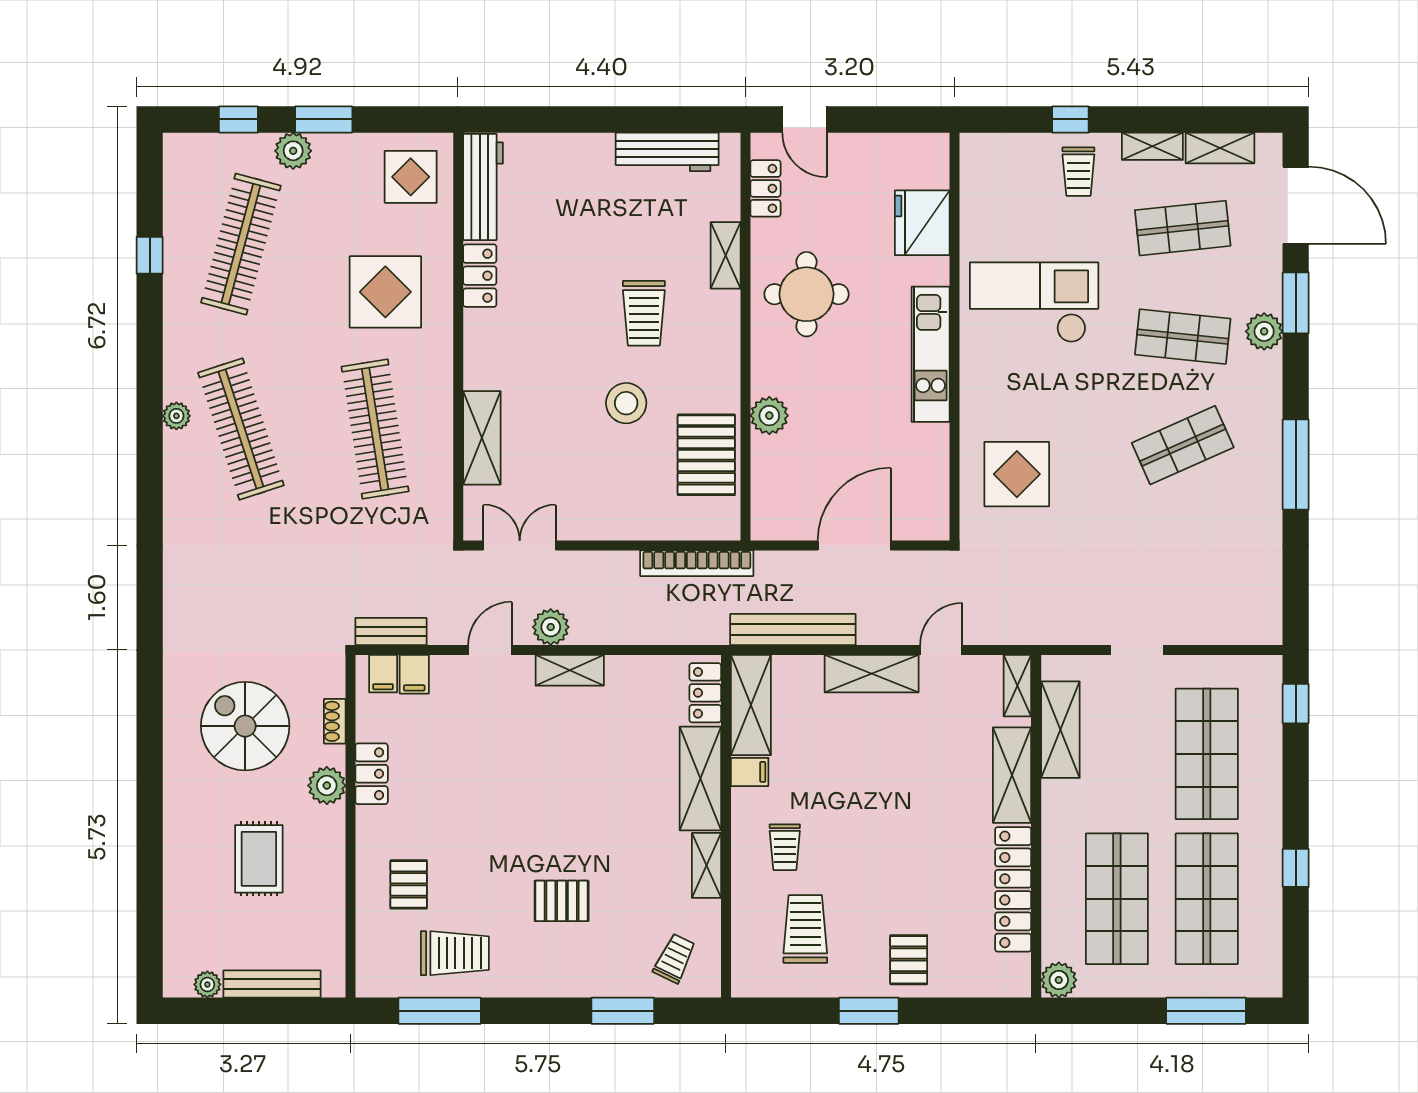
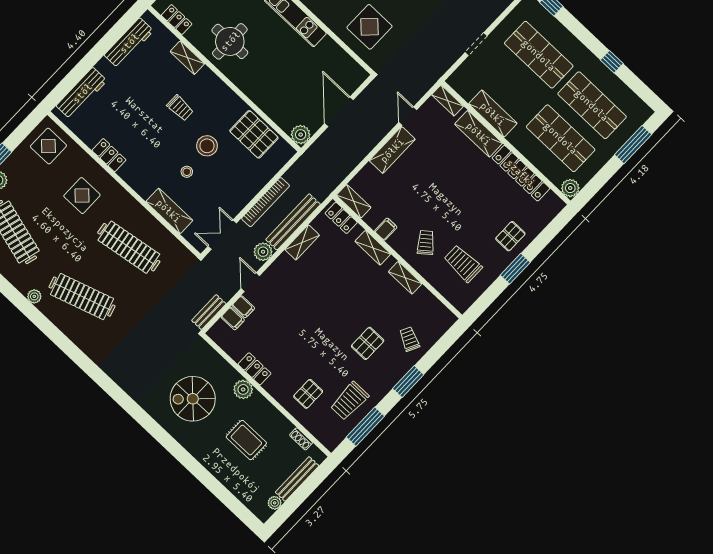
workbench: (483, 187) -> (82, 93), moved, turned 90
display table: (385, 292) -> (82, 196), width x0.73, depth x0.73
trolley: (644, 313) -> (180, 108), width x0.73, depth x0.72
stool: (562, 410) -> (187, 172), added
plant: (176, 416) -> (34, 296), moved
plant: (769, 416) -> (301, 135), moved
bookcase: (697, 563) -> (266, 202), moved
bench: (793, 630) -> (293, 222), moved
shelving: (570, 670) -> (302, 242), moved
filing cabinet: (383, 674) -> (243, 307), moved
shelving: (751, 705) -> (354, 201), width x0.67, depth x0.75
shoe rack: (335, 721) -> (301, 439), moved
shelving: (1060, 730) -> (493, 114), moved
shelving: (700, 779) -> (373, 248), width x0.67, depth x0.75
trolley: (785, 847) -> (426, 242), turned -129
pallet: (409, 884) -> (308, 394), turned 90
trolley: (455, 953) -> (350, 401), turned 180
trolley: (675, 958) -> (409, 339), moved
pallet: (909, 960) -> (510, 236), turned 90
window: (623, 1011) -> (408, 382), moved

